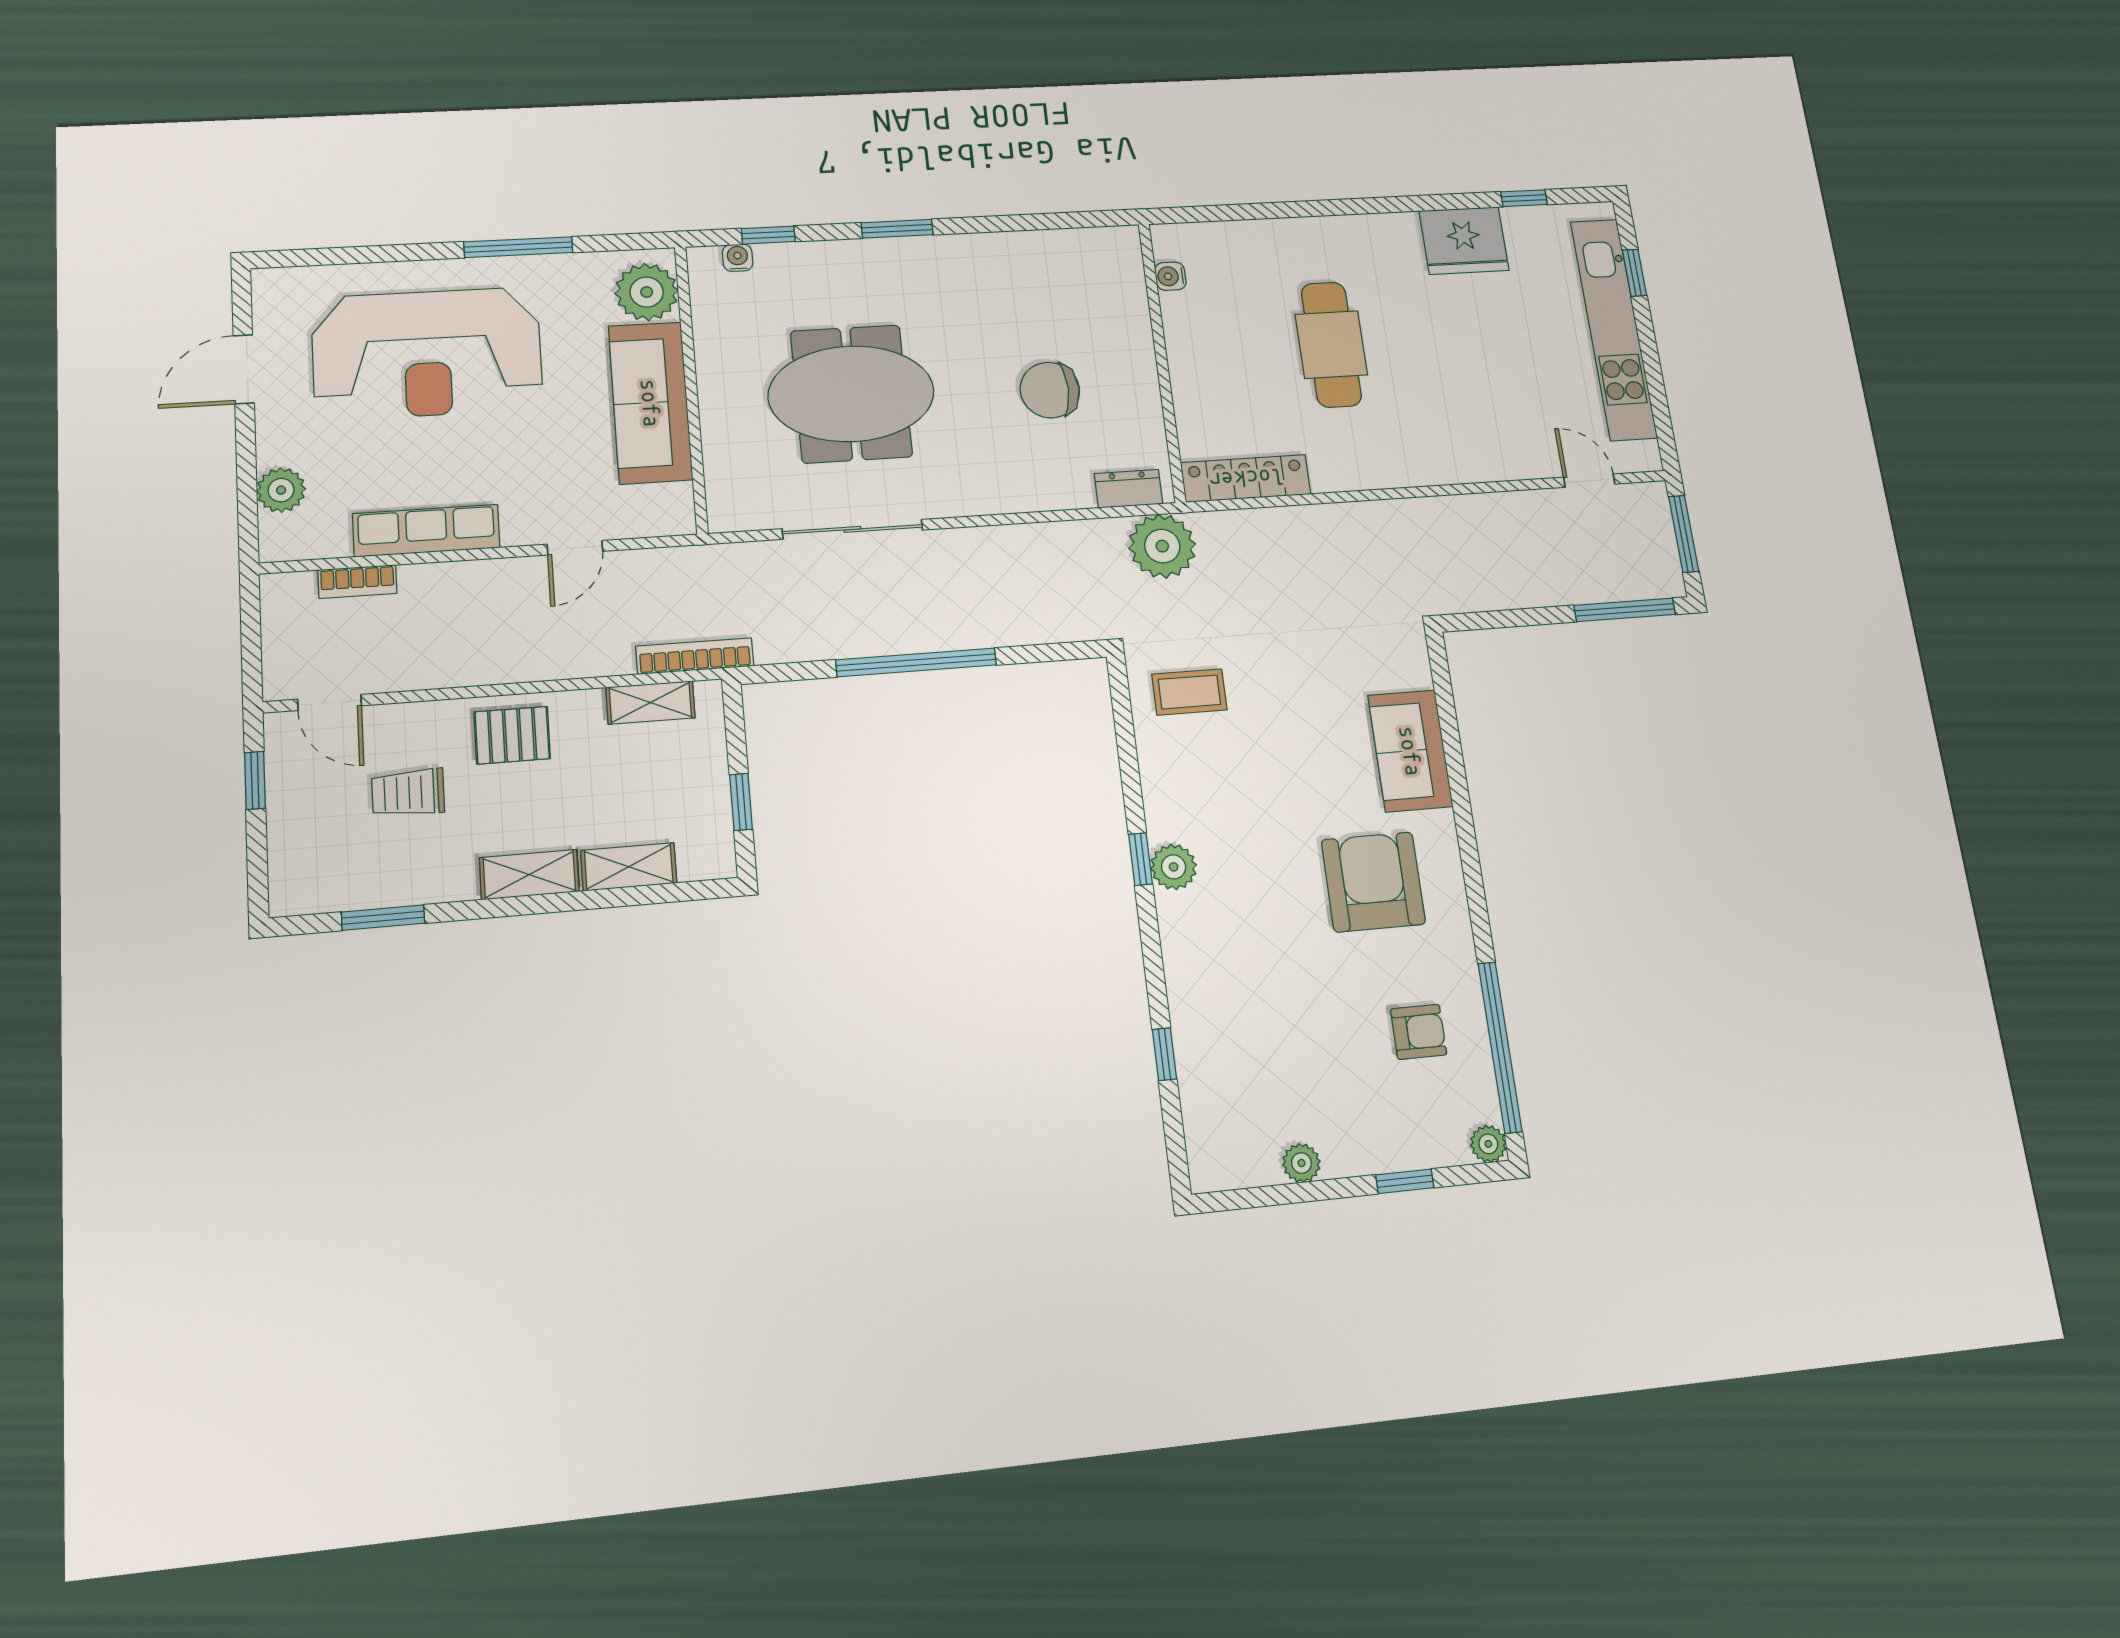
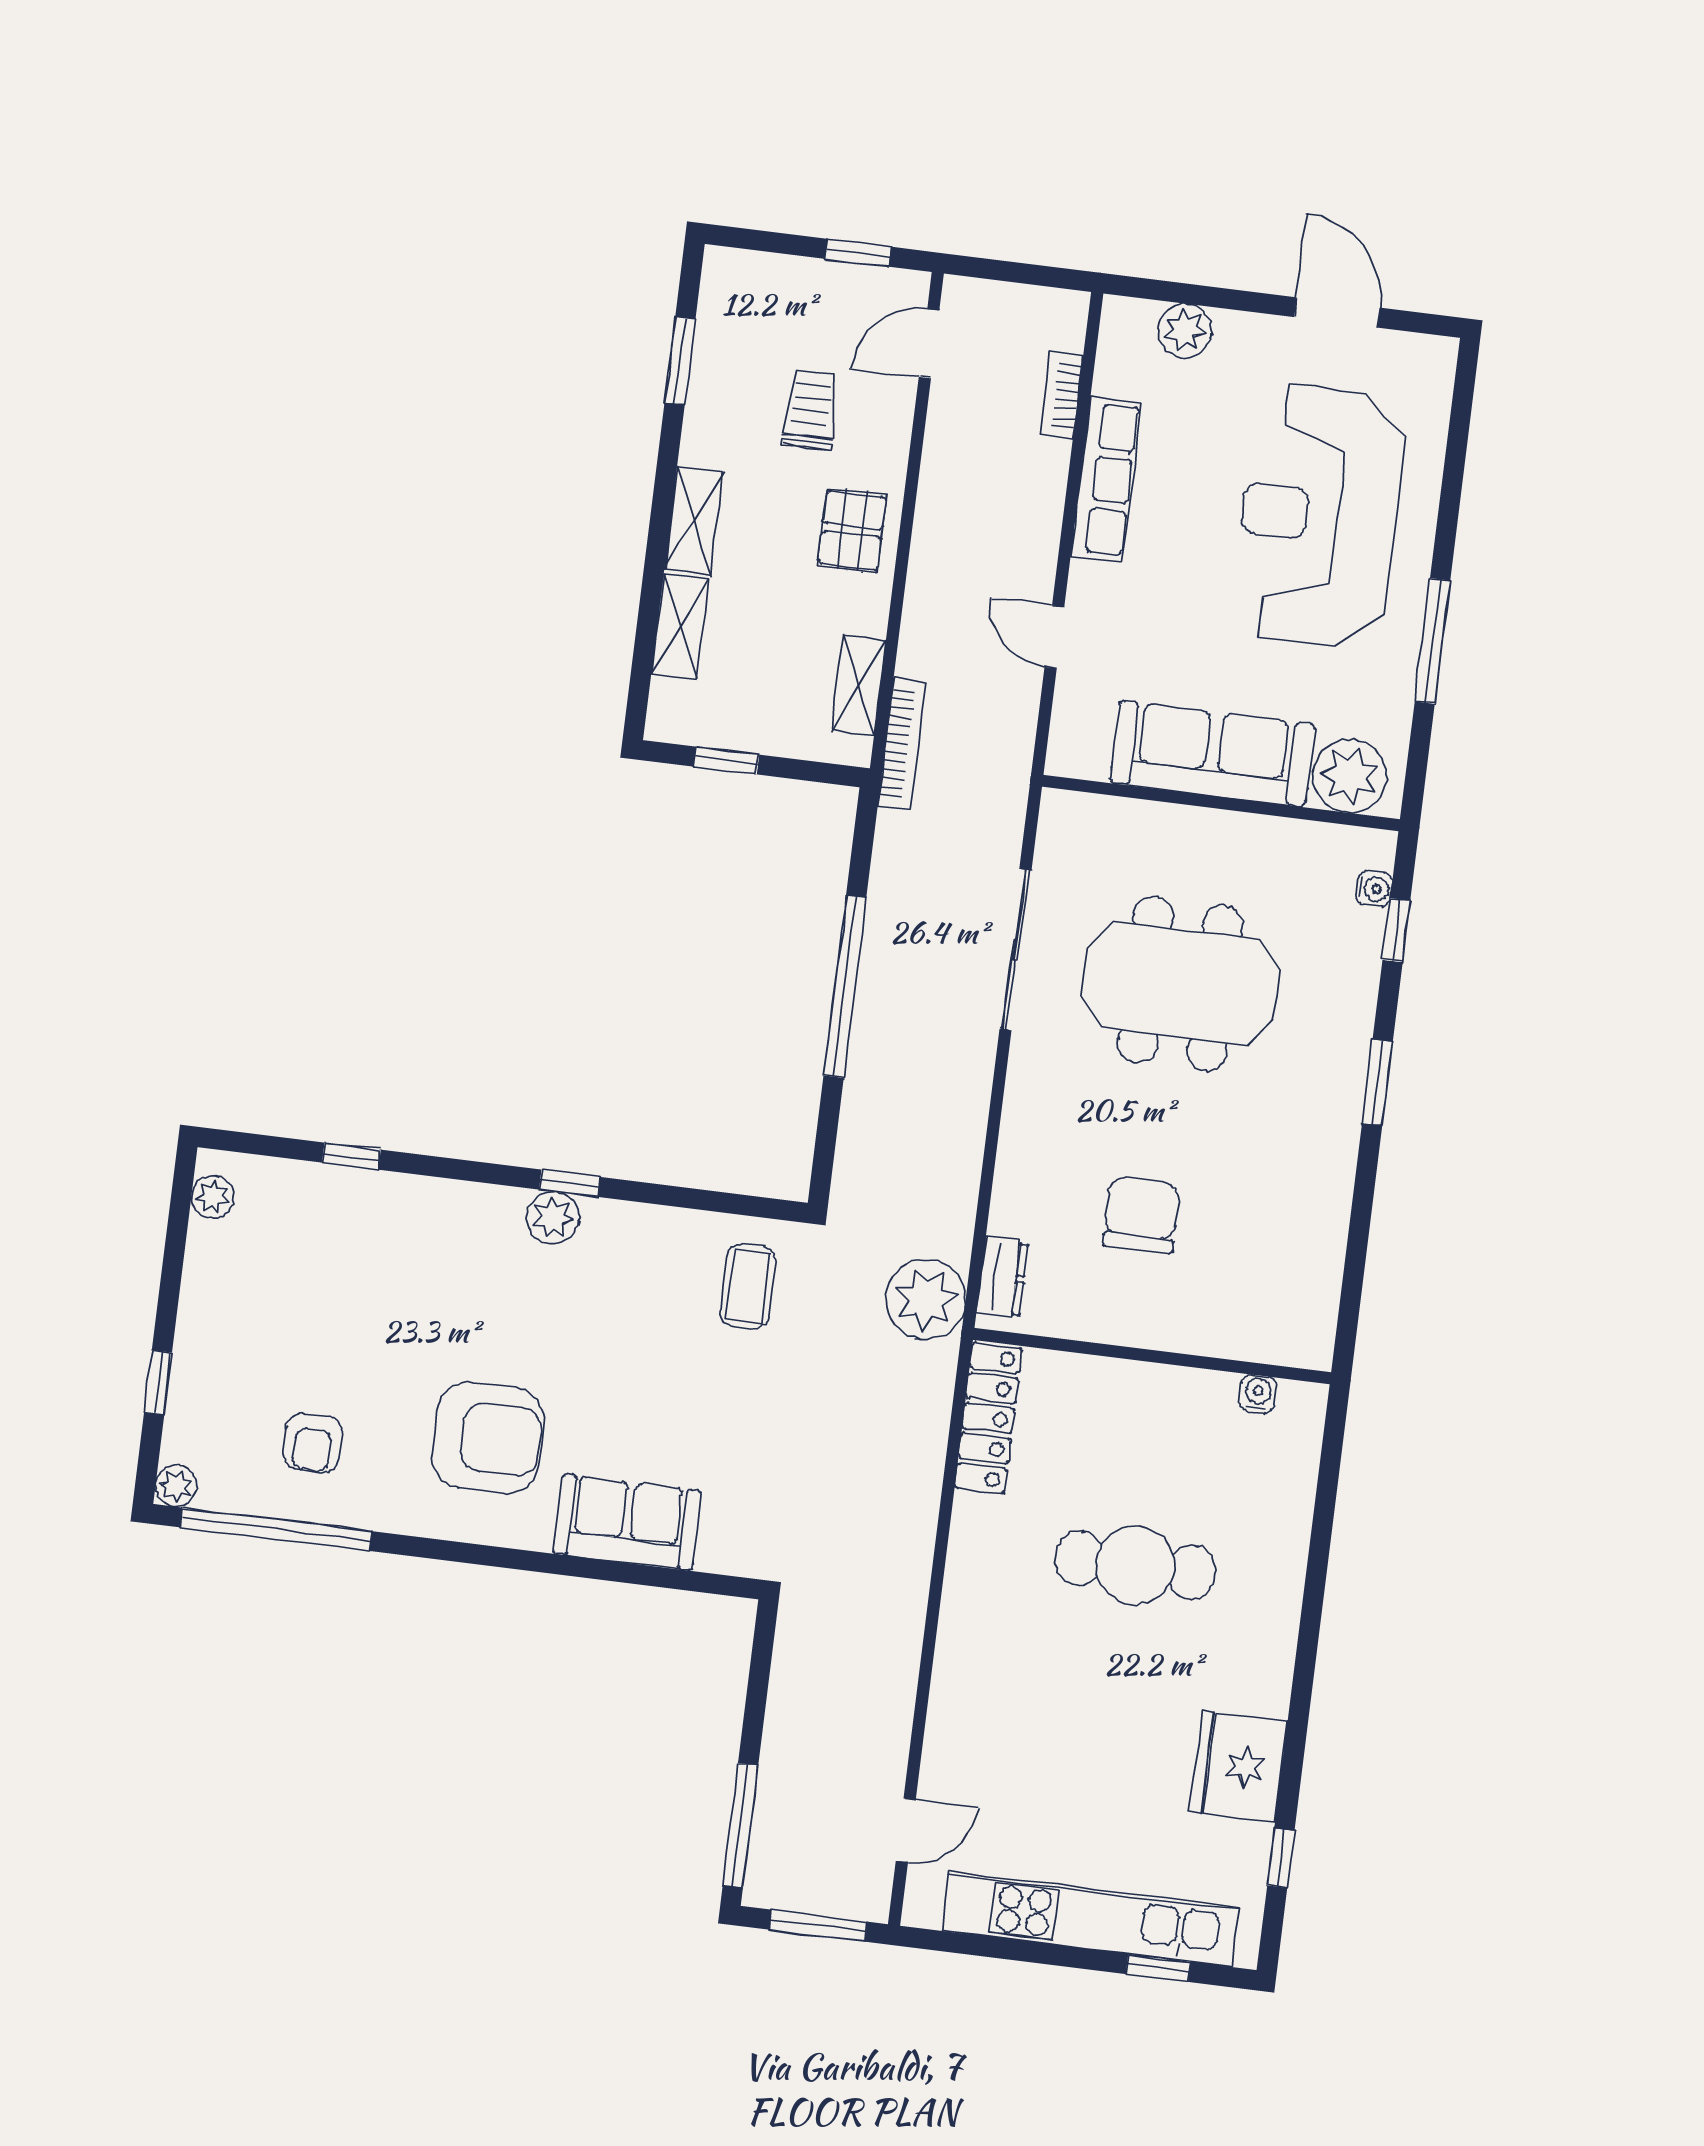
meeting table: (851, 394) -> (1180, 984), turned 90
plant: (1301, 1163) -> (213, 1197), moved

